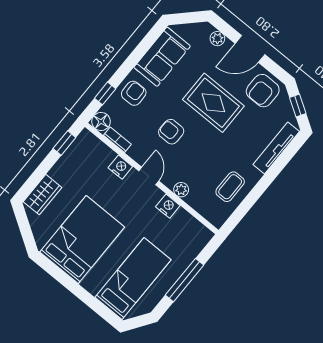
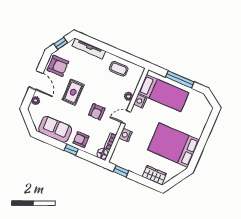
window: (105, 93) -> (71, 150), moved
rug: (213, 103) -> (73, 92), width x0.73, depth x0.70
bed: (133, 279) -> (163, 93), moved, turned 180

